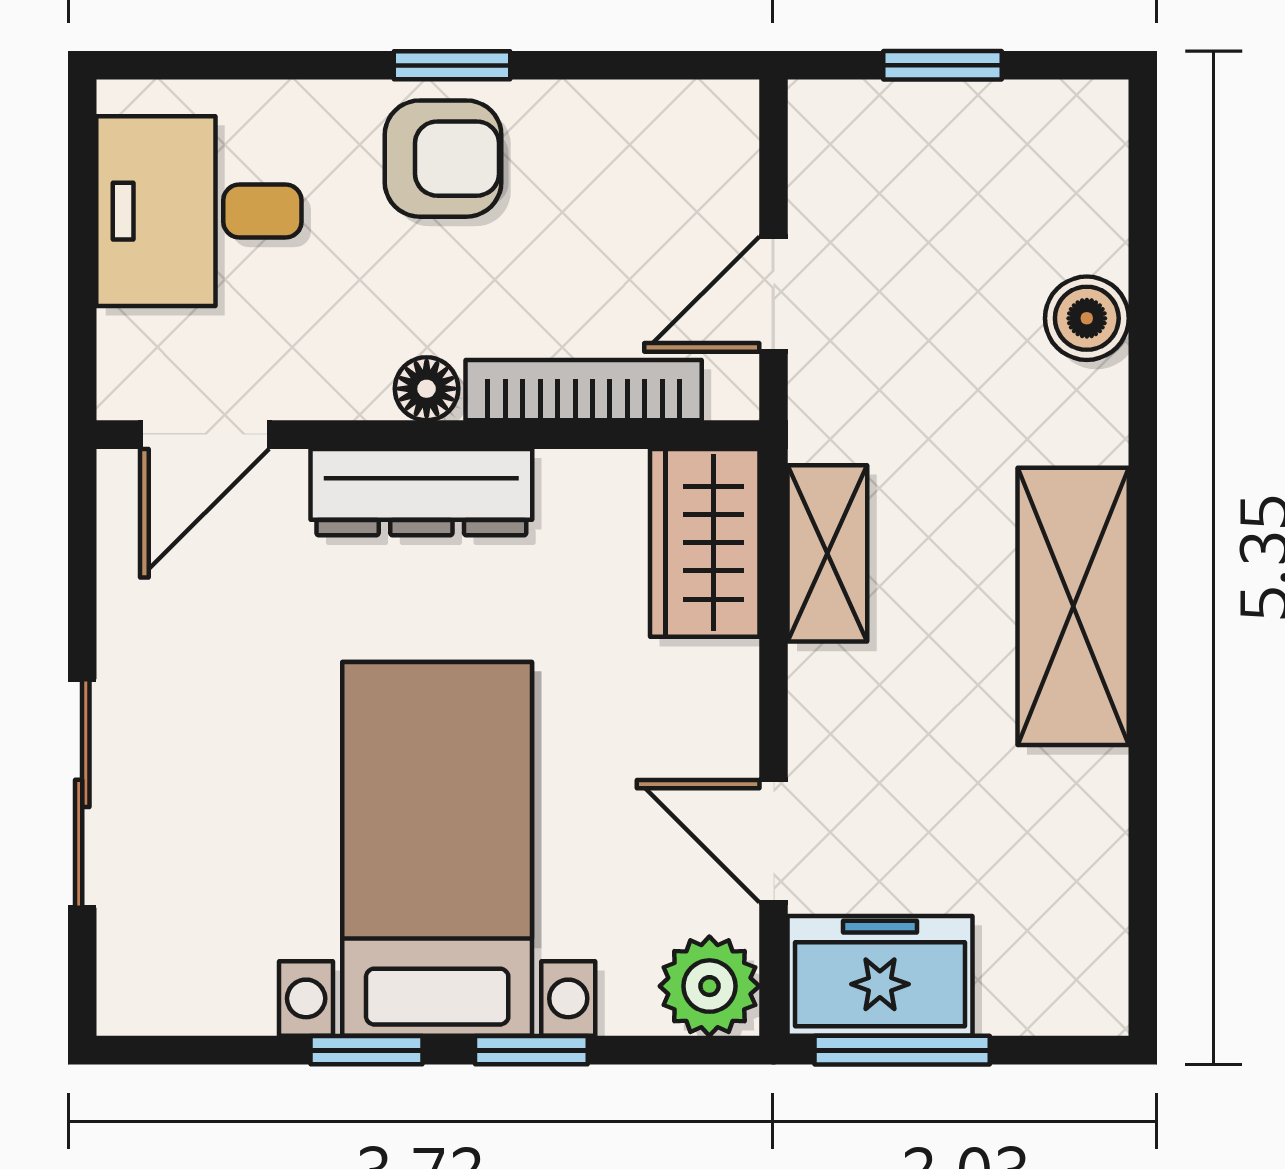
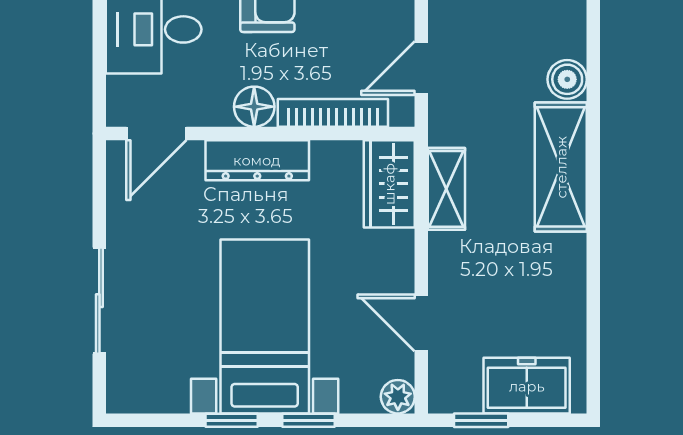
floor lamp: (427, 389) -> (254, 107), width x1.37, depth x1.37
shelving: (1073, 606) -> (561, 167), moved
freezer: (880, 976) -> (527, 386), moved
plant: (709, 986) -> (398, 397), width x0.73, depth x0.73
window: (902, 1050) -> (481, 420), width x0.67

